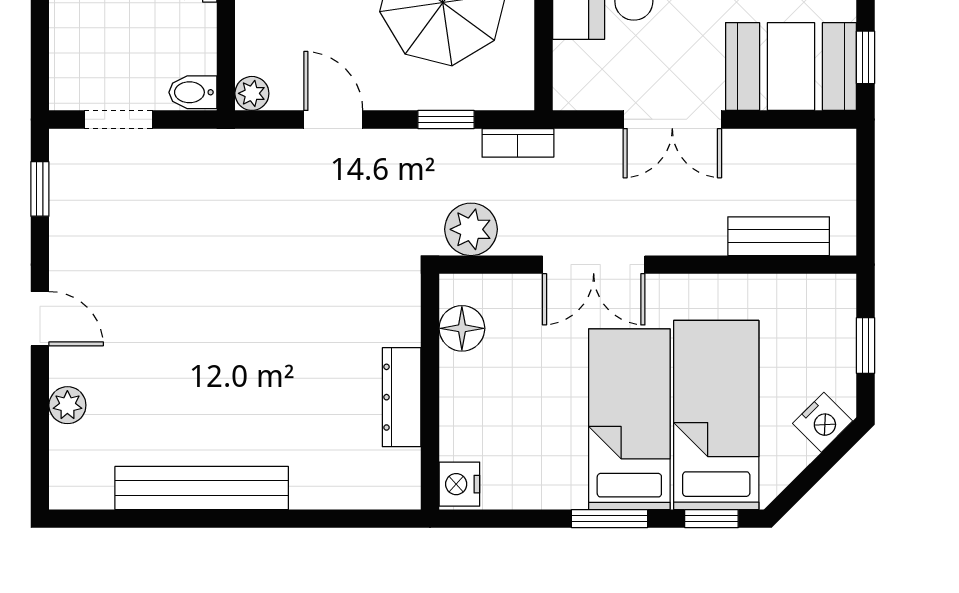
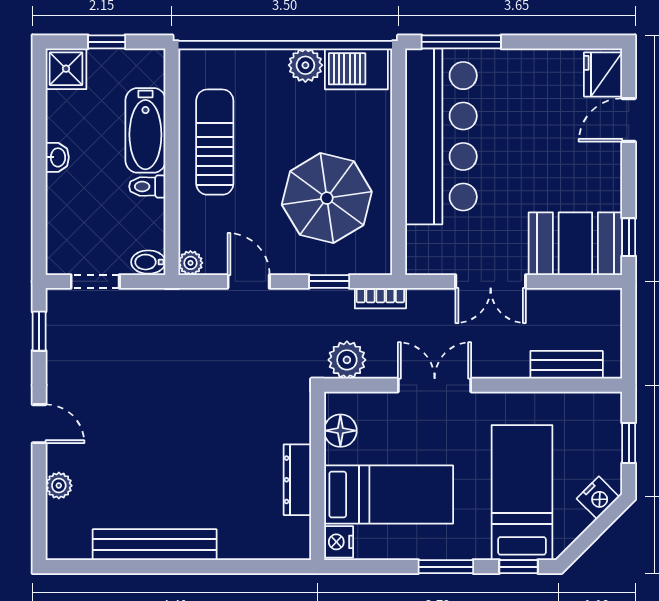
double door: (594, 265) -> (435, 385), swing flipped
bed: (629, 419) -> (389, 494), moved, turned 90

